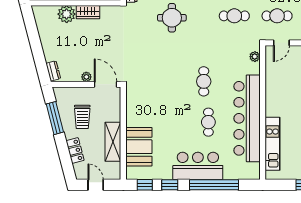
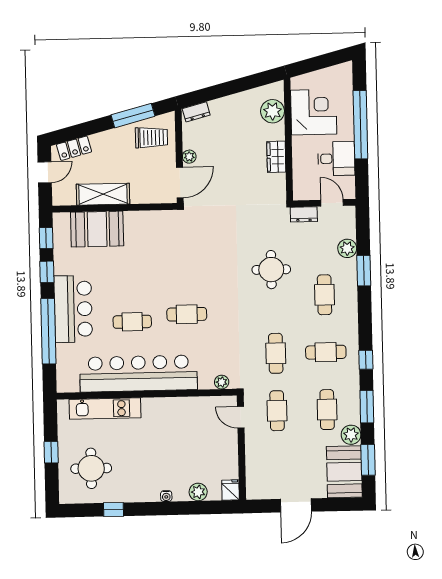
plant: (67, 14) -> (273, 111), moved
trolley: (82, 117) -> (151, 138), moved, turned 180
locker: (75, 151) -> (74, 148), moved

